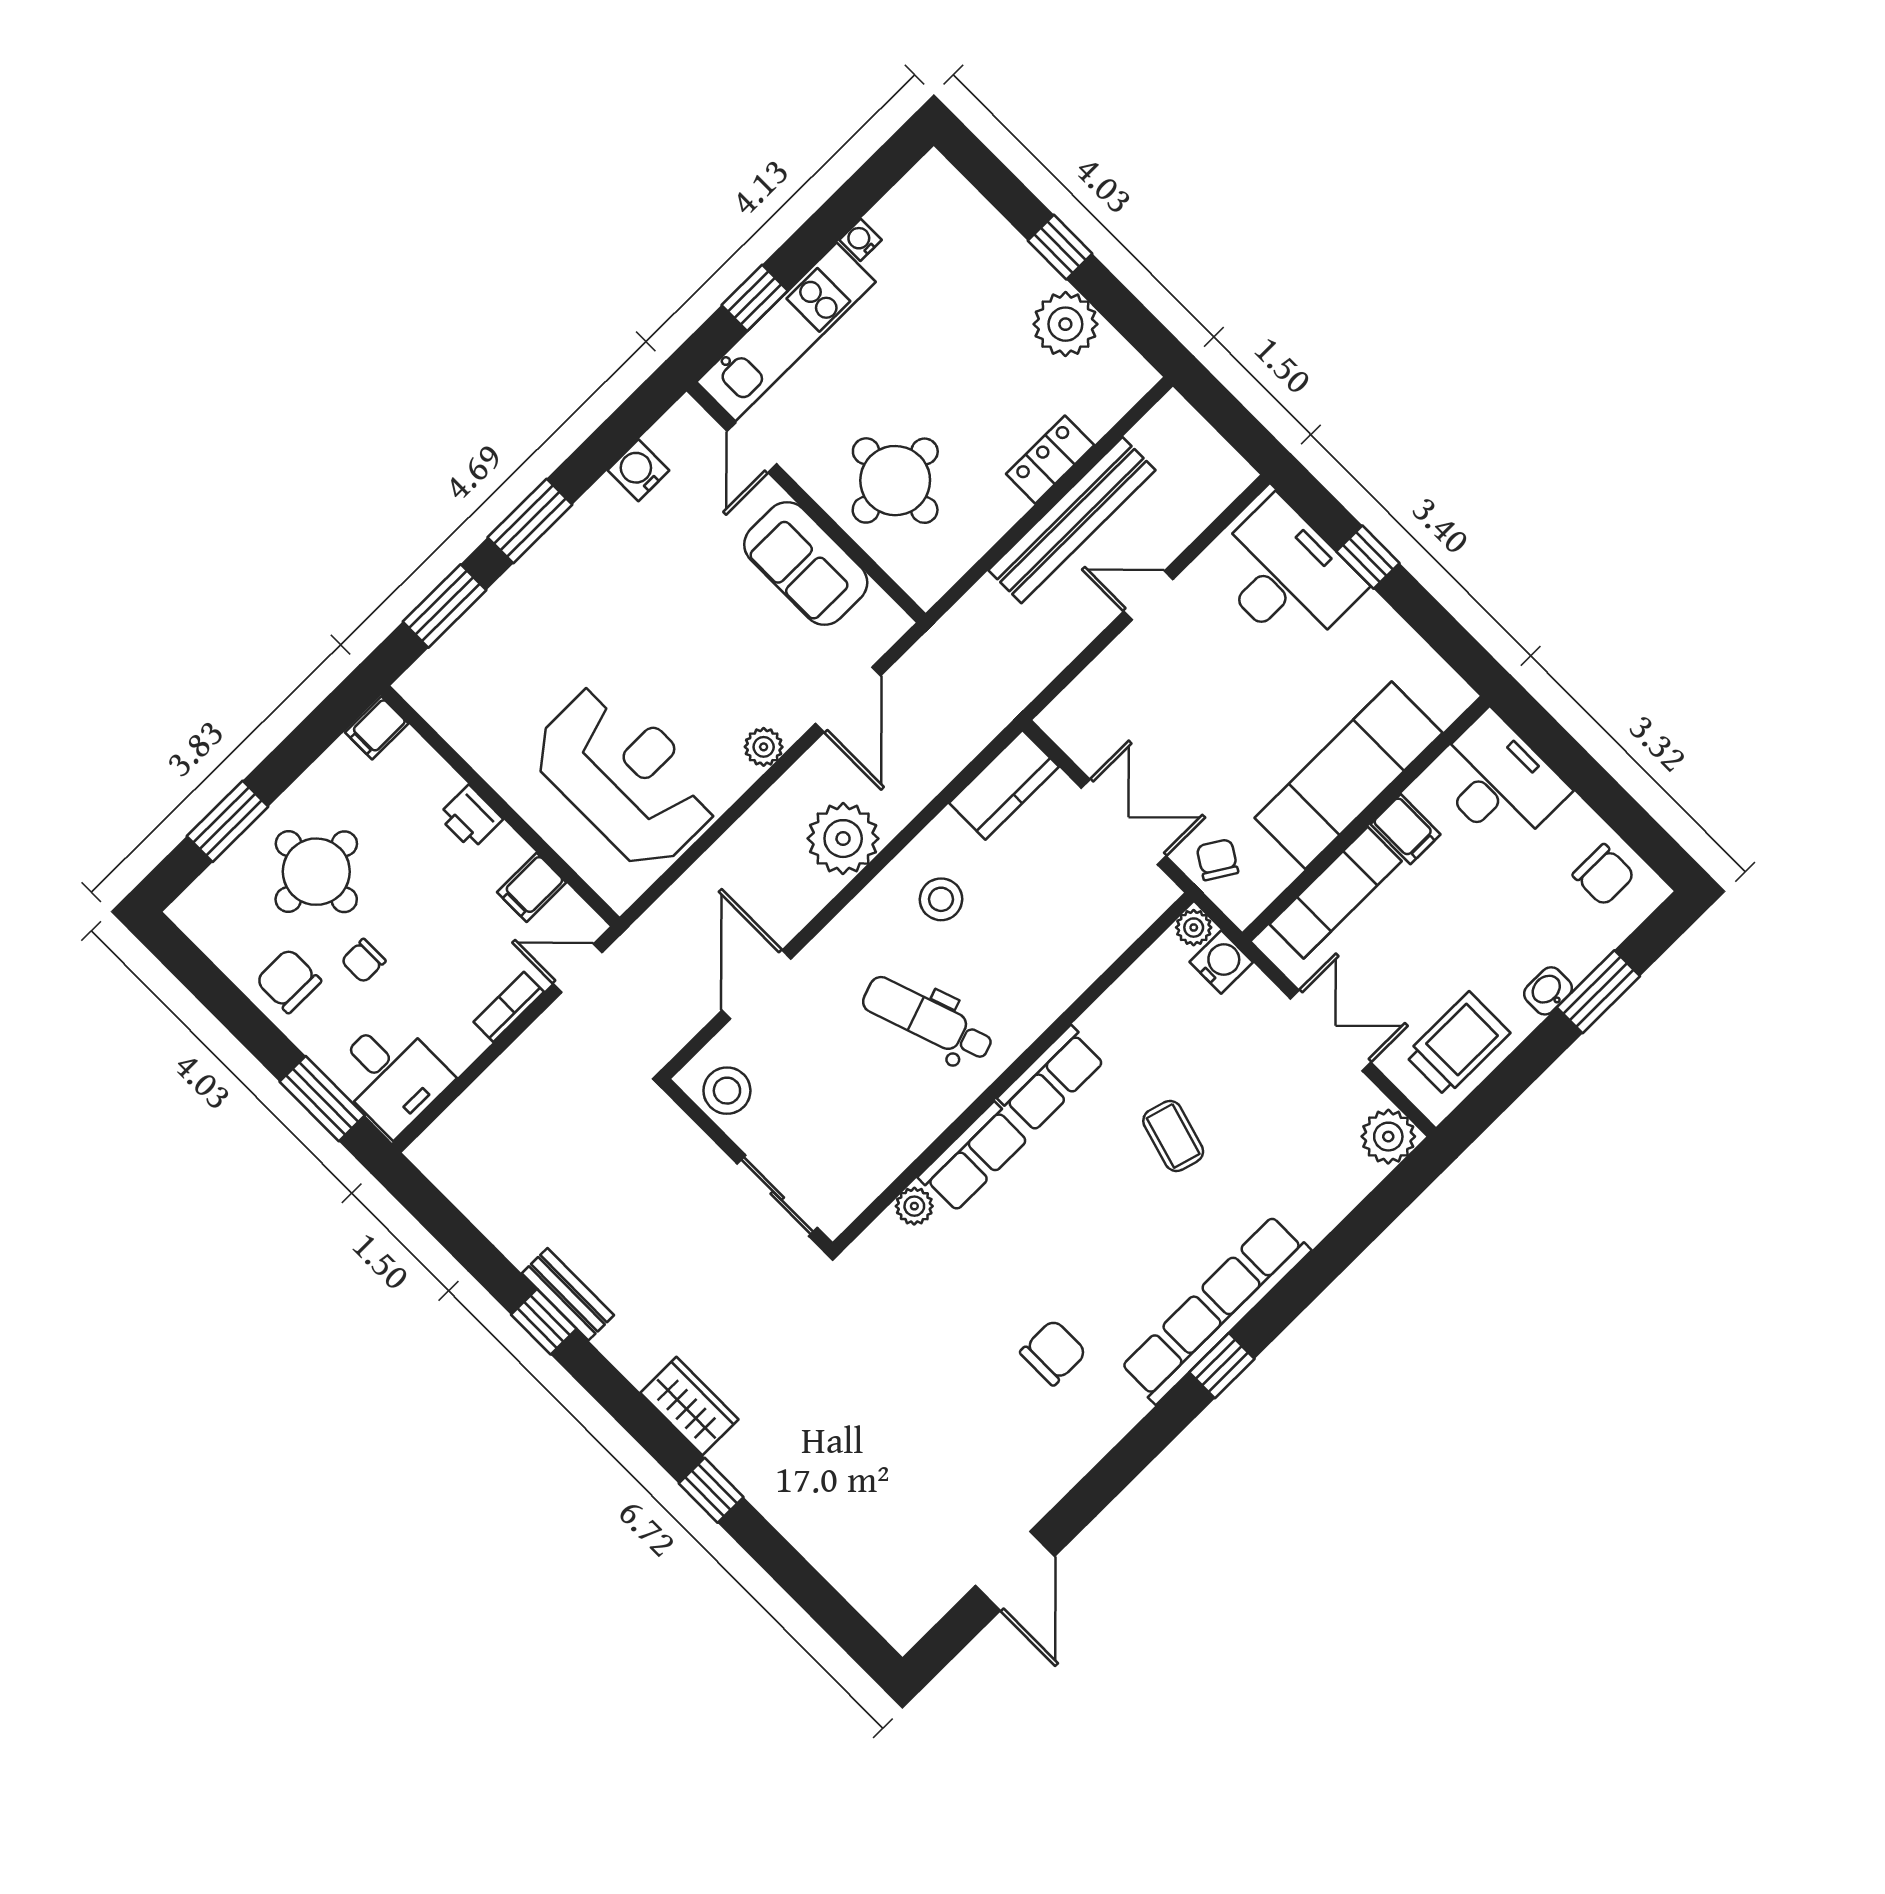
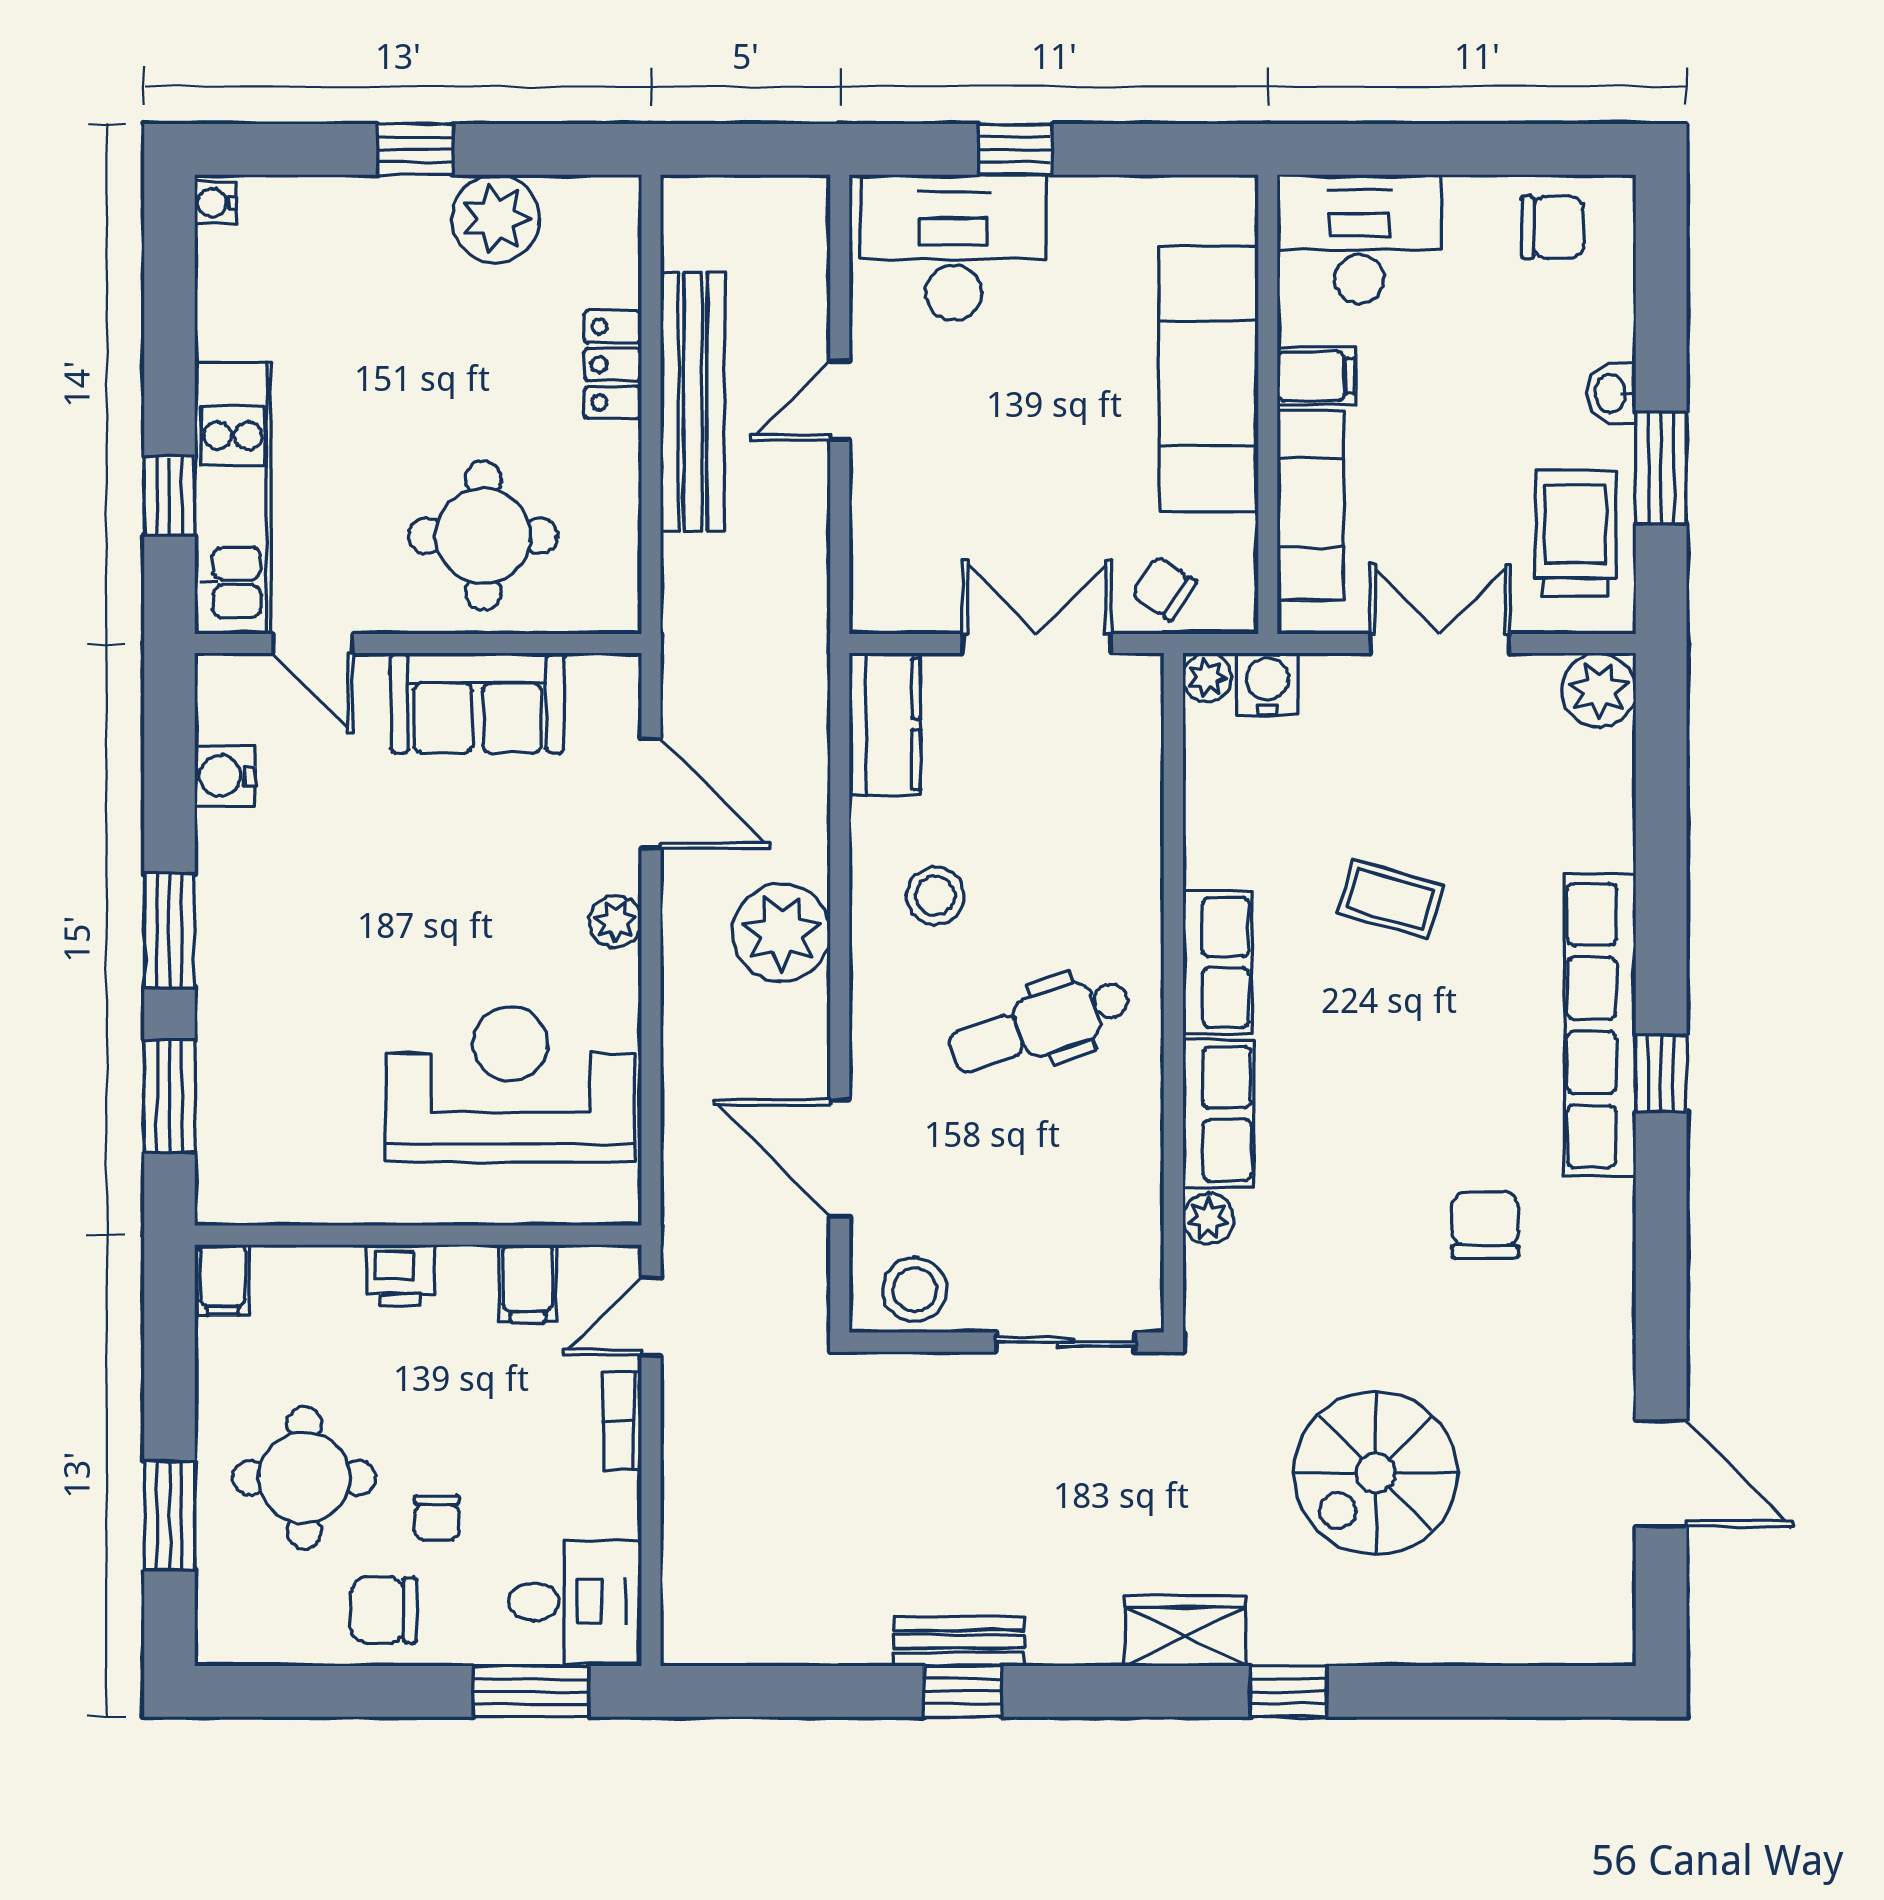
water cooler: (861, 240) -> (215, 203), moved
window: (1598, 992) -> (1661, 468), moved
spiral stairs: (869, 1423) -> (1376, 1473), added

